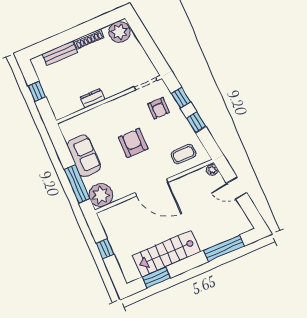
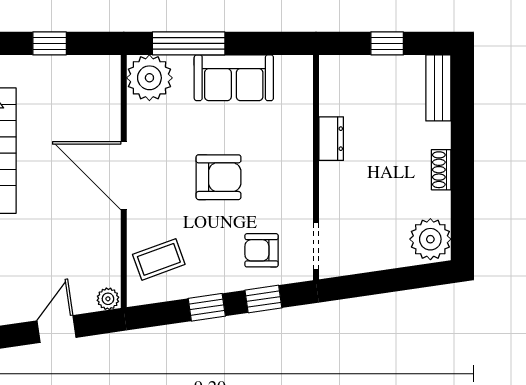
shoe rack: (89, 39) -> (441, 170), width x0.70
bench: (60, 53) -> (438, 88), moved
coffee table: (184, 154) -> (159, 259), turned 70
door: (152, 187) -> (124, 176), hinge flipped

